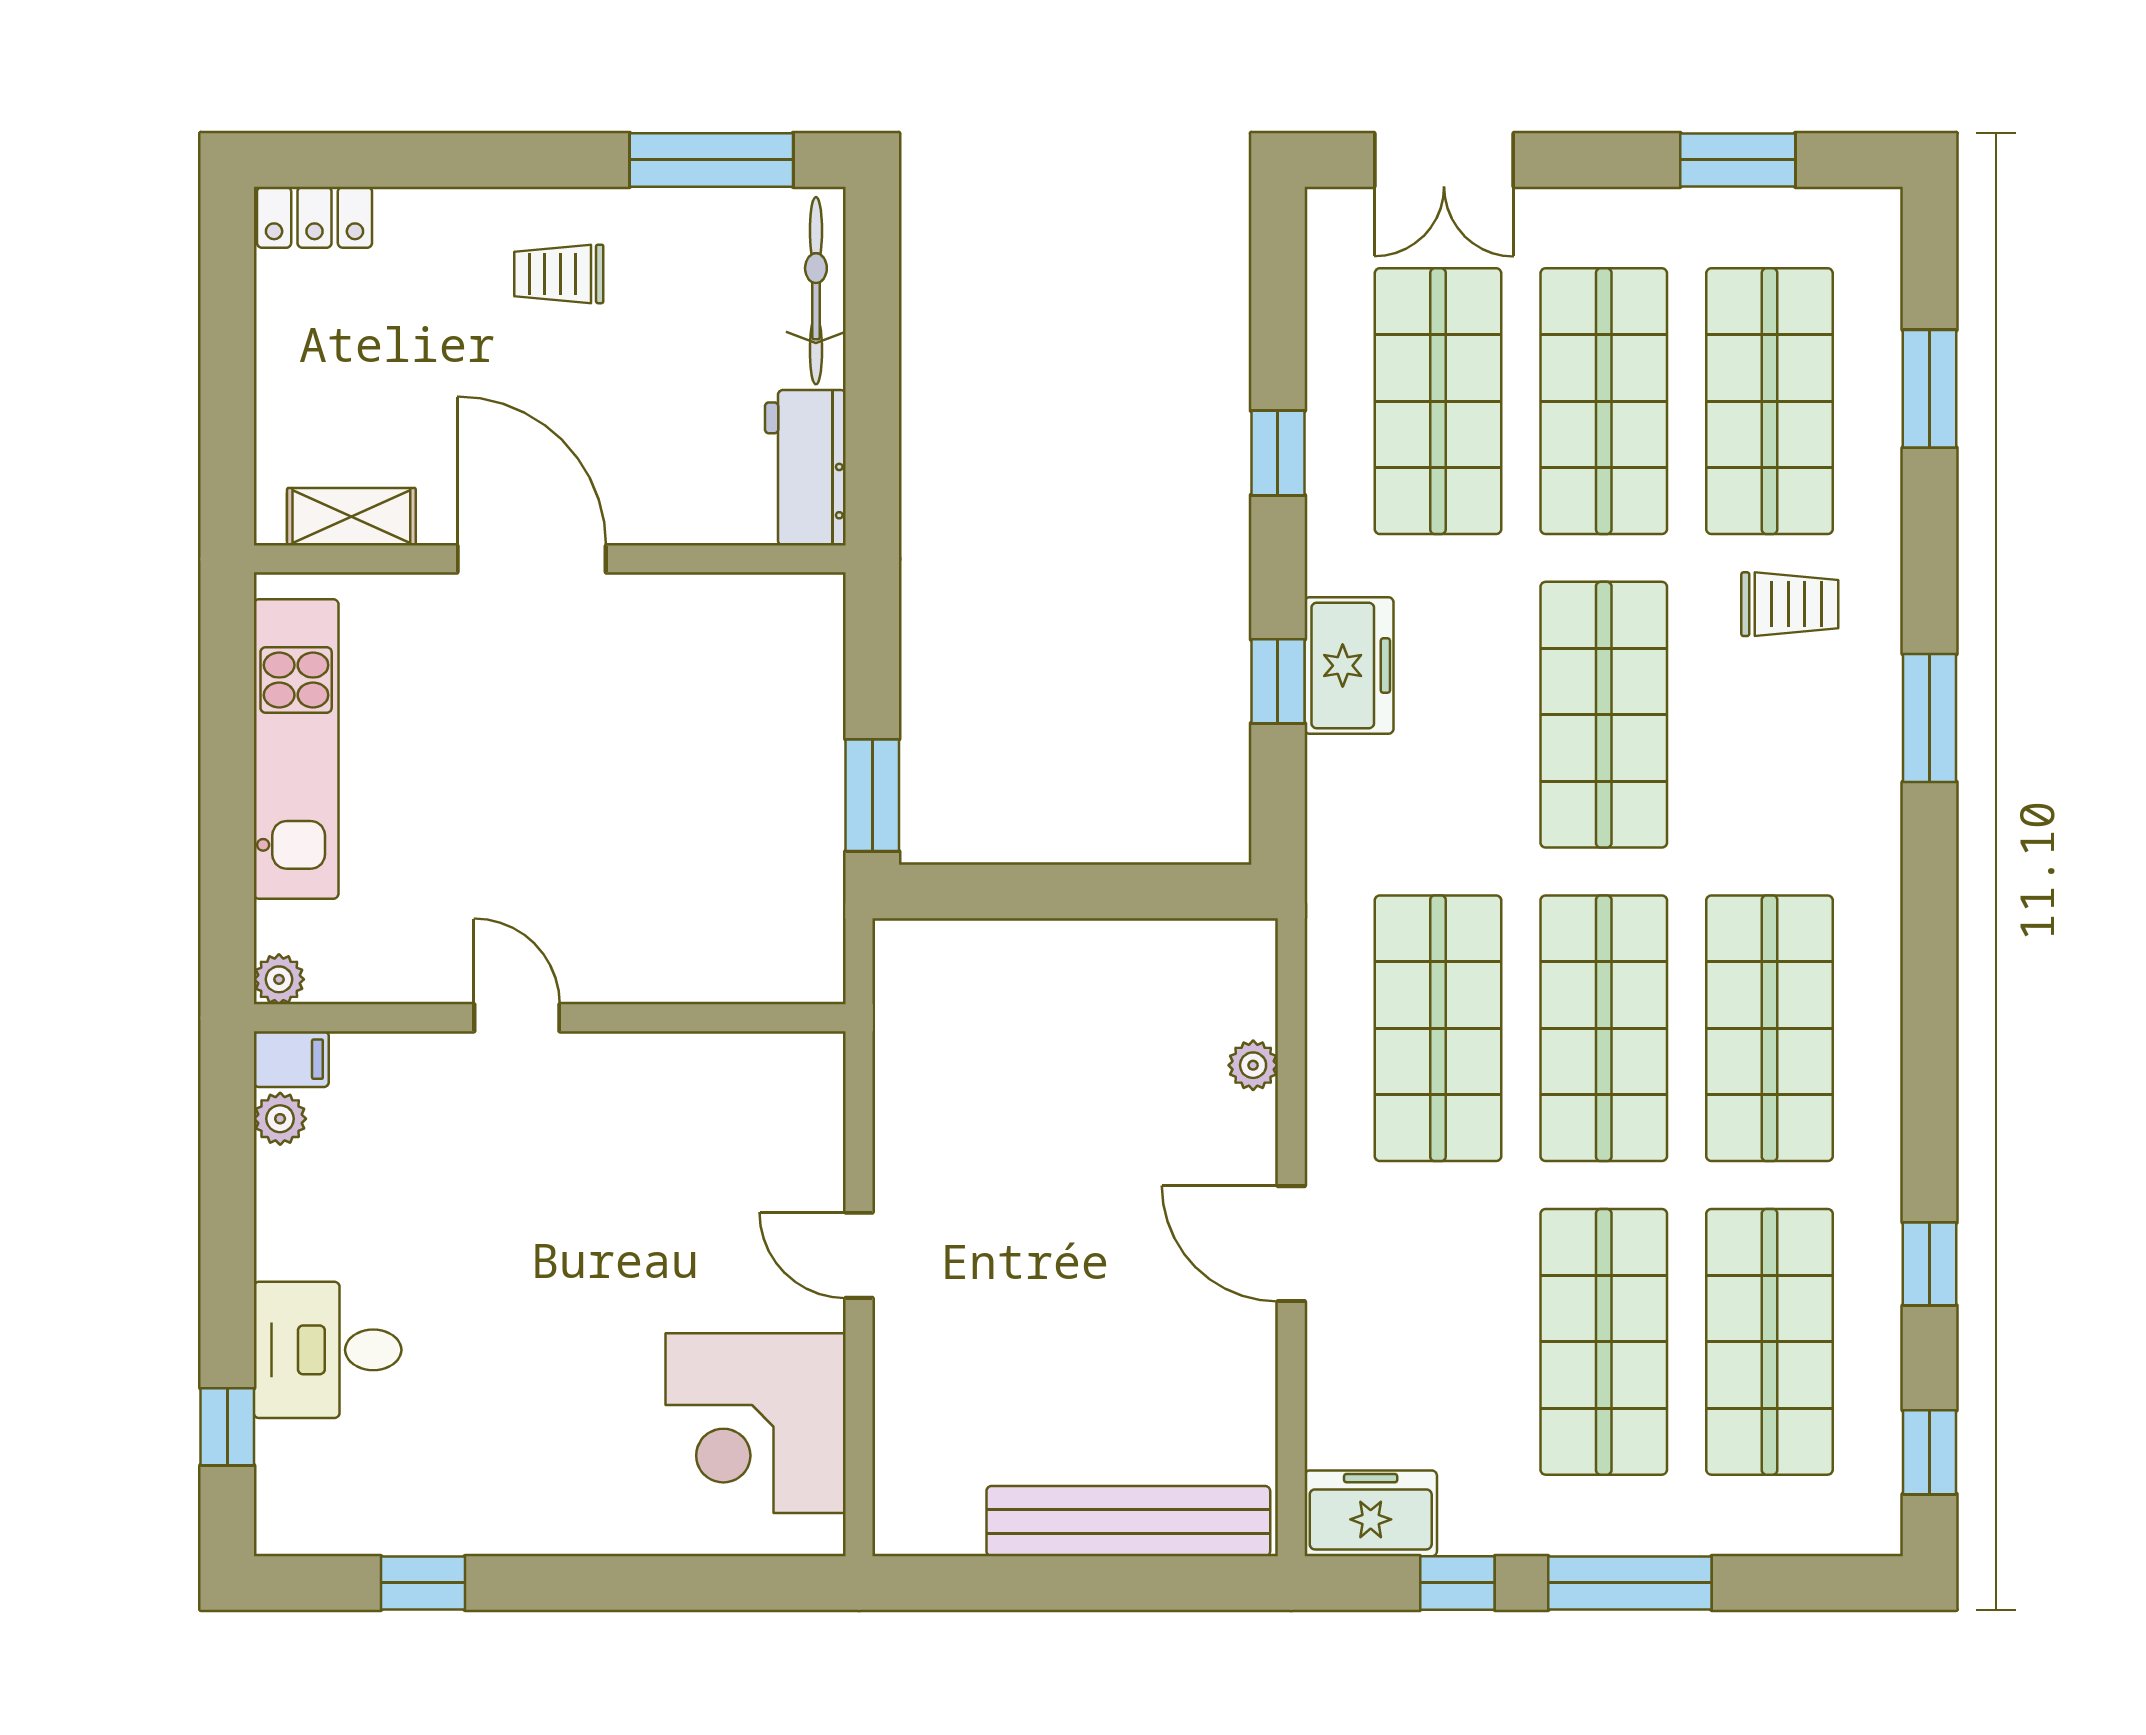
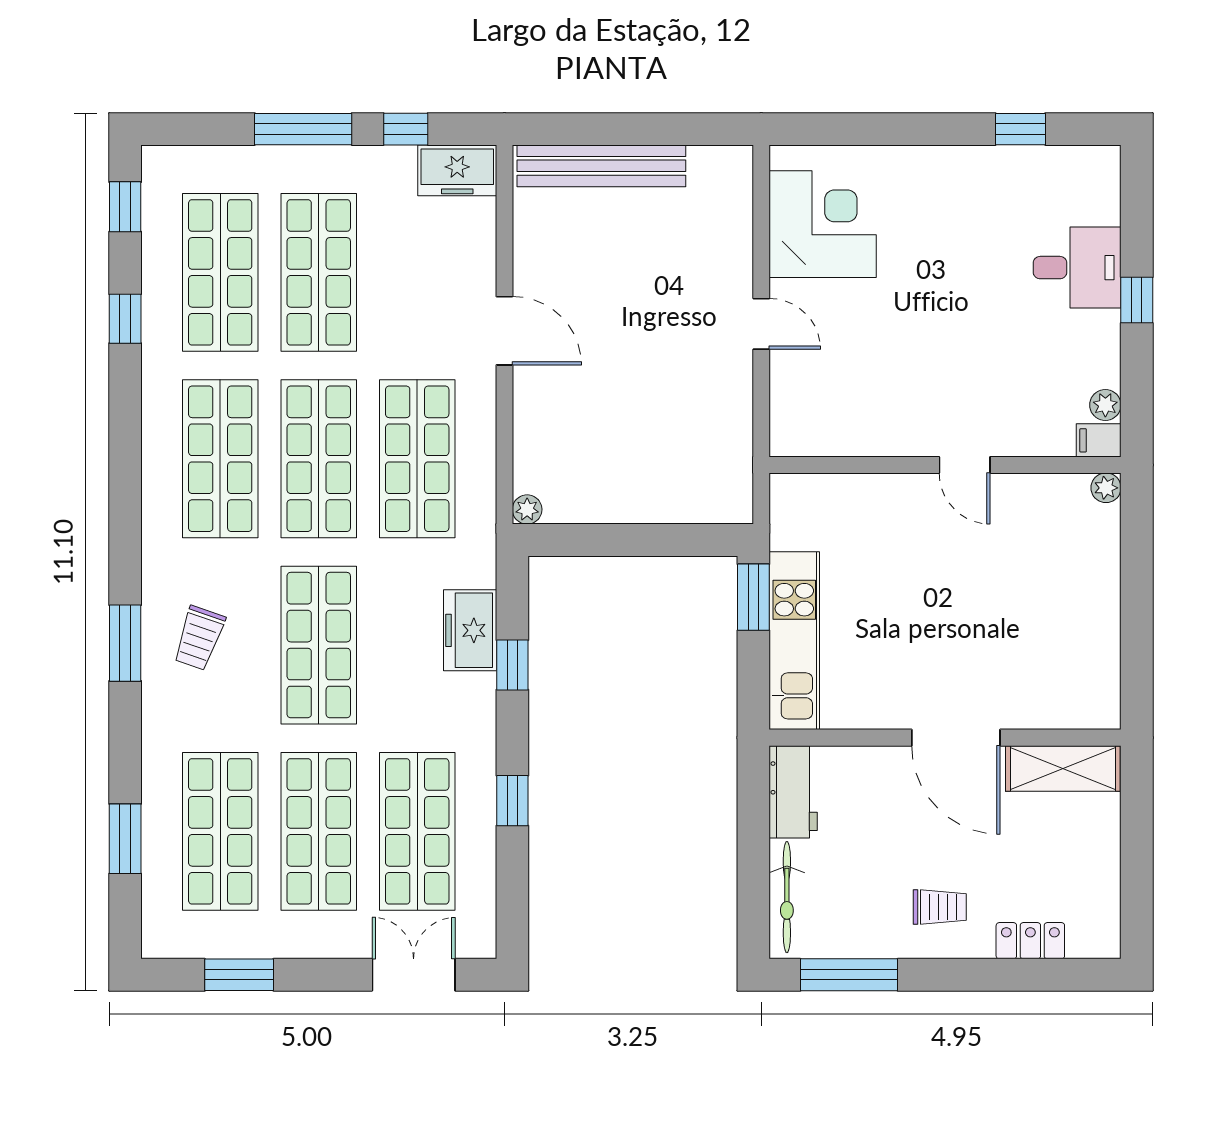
locker: (315, 217) -> (1030, 941), moved
shelving: (351, 517) -> (1063, 768), width x1.50, depth x1.33
trolley: (1790, 604) -> (199, 638), moved, turned -71
freezer: (1349, 666) -> (470, 630), moved
kitchen unit: (296, 749) -> (794, 641), moved, turned 180
plant: (1253, 1065) -> (527, 509), moved
window: (227, 1427) -> (1137, 300), moved

